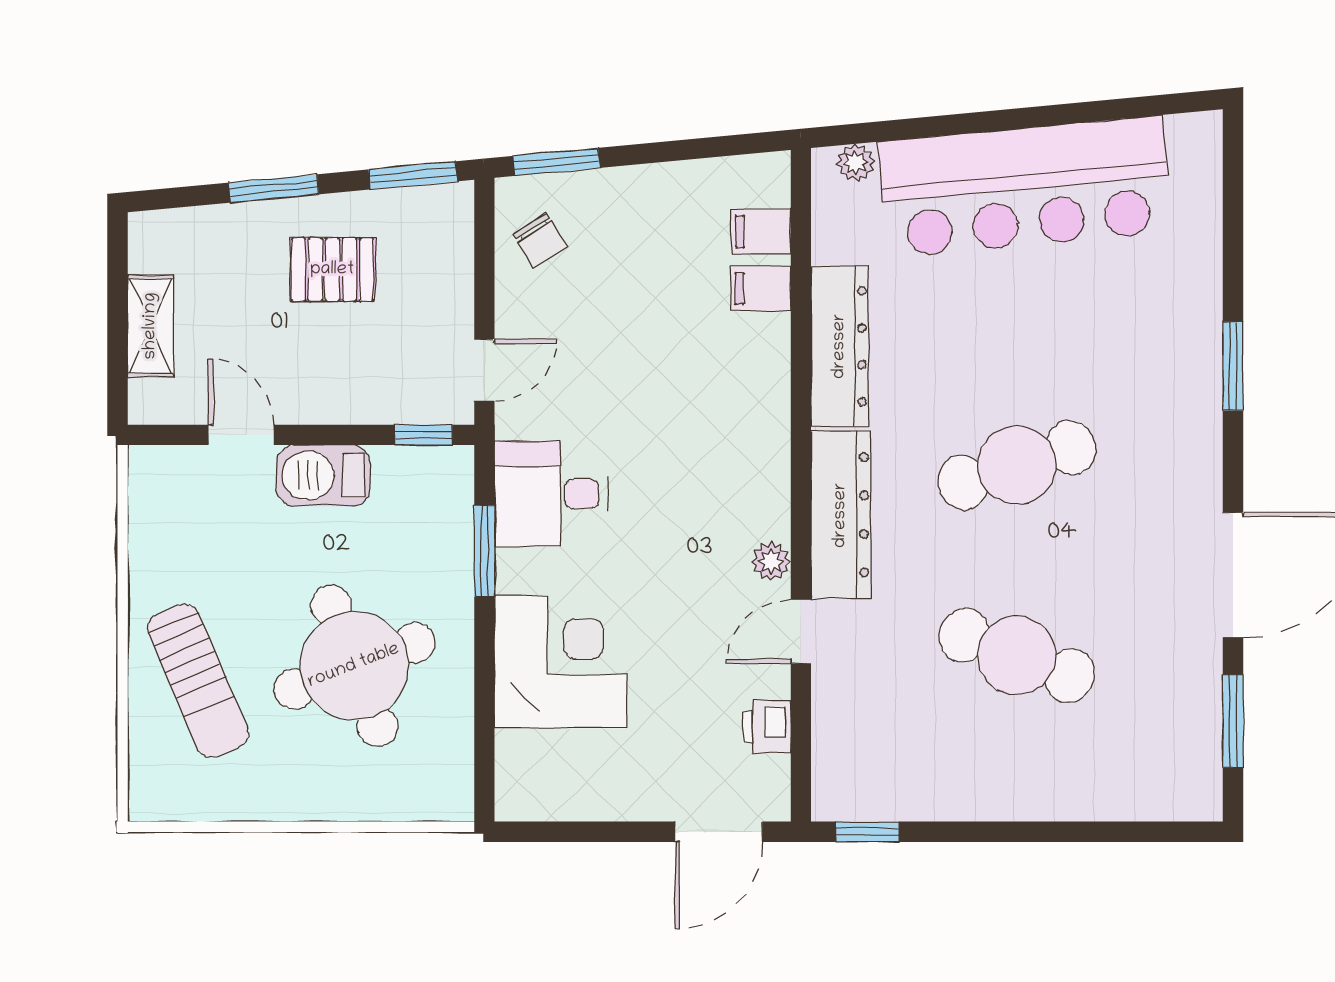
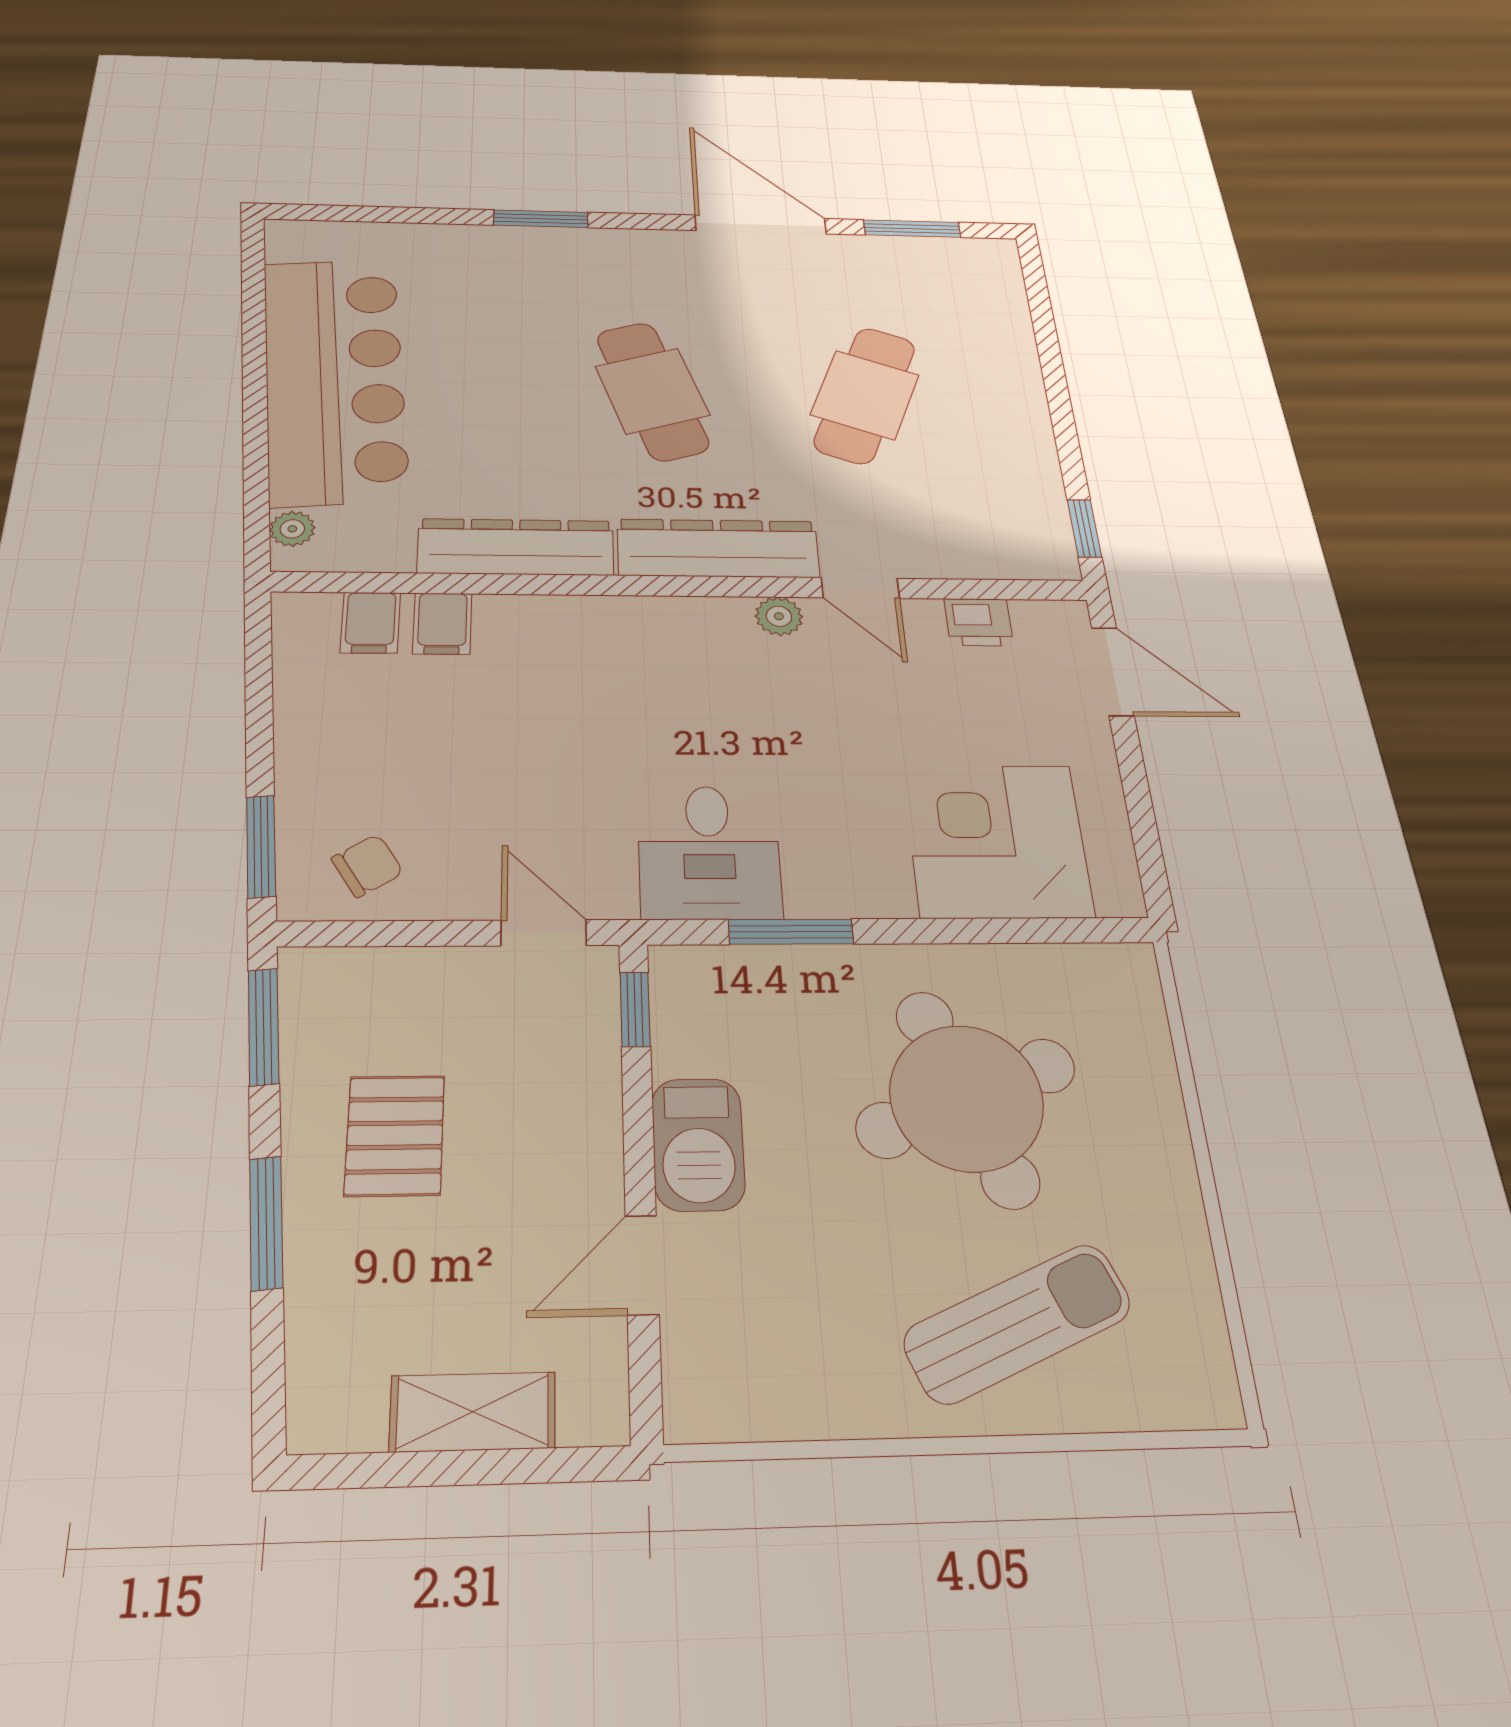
corner desk: (561, 662) -> (997, 841), moved

